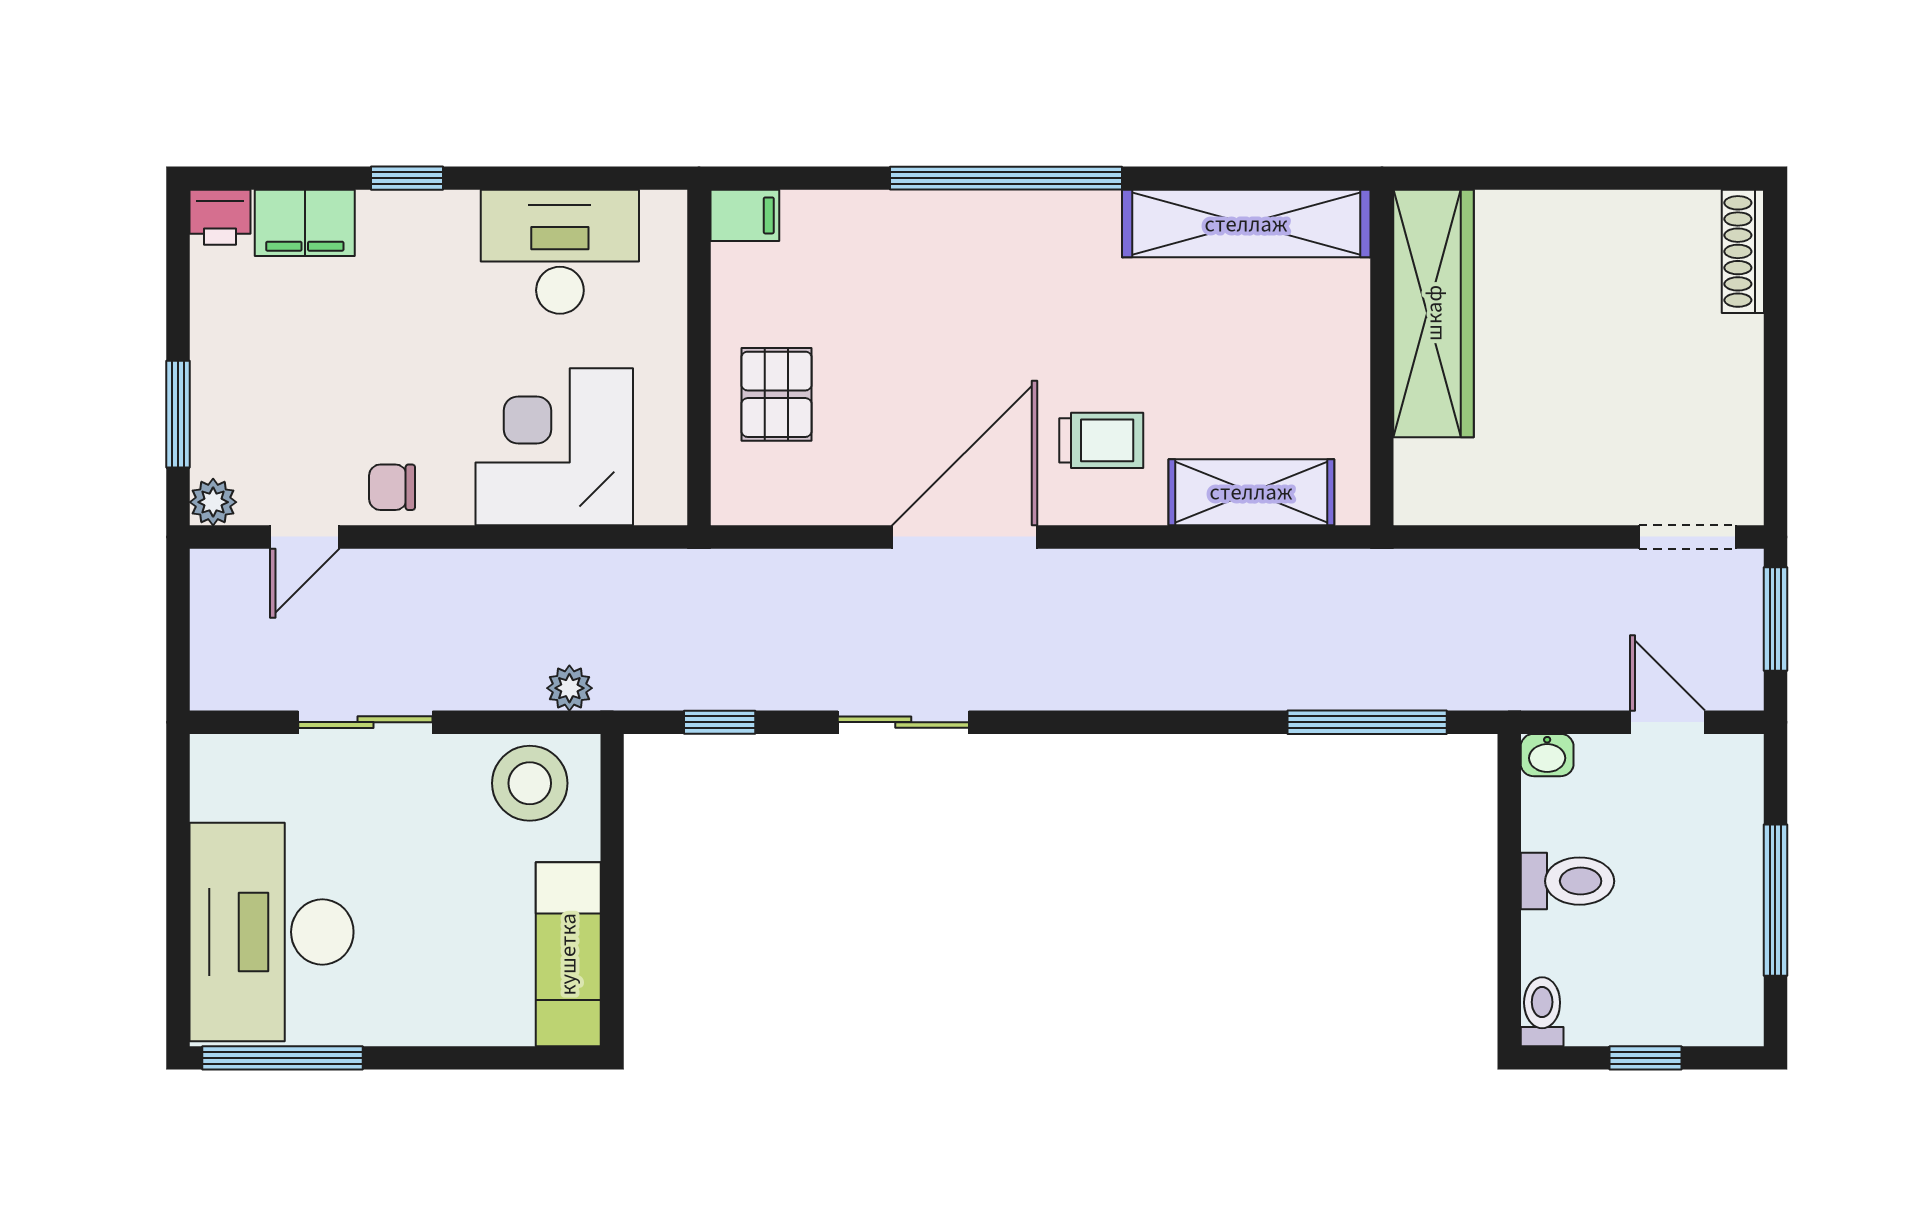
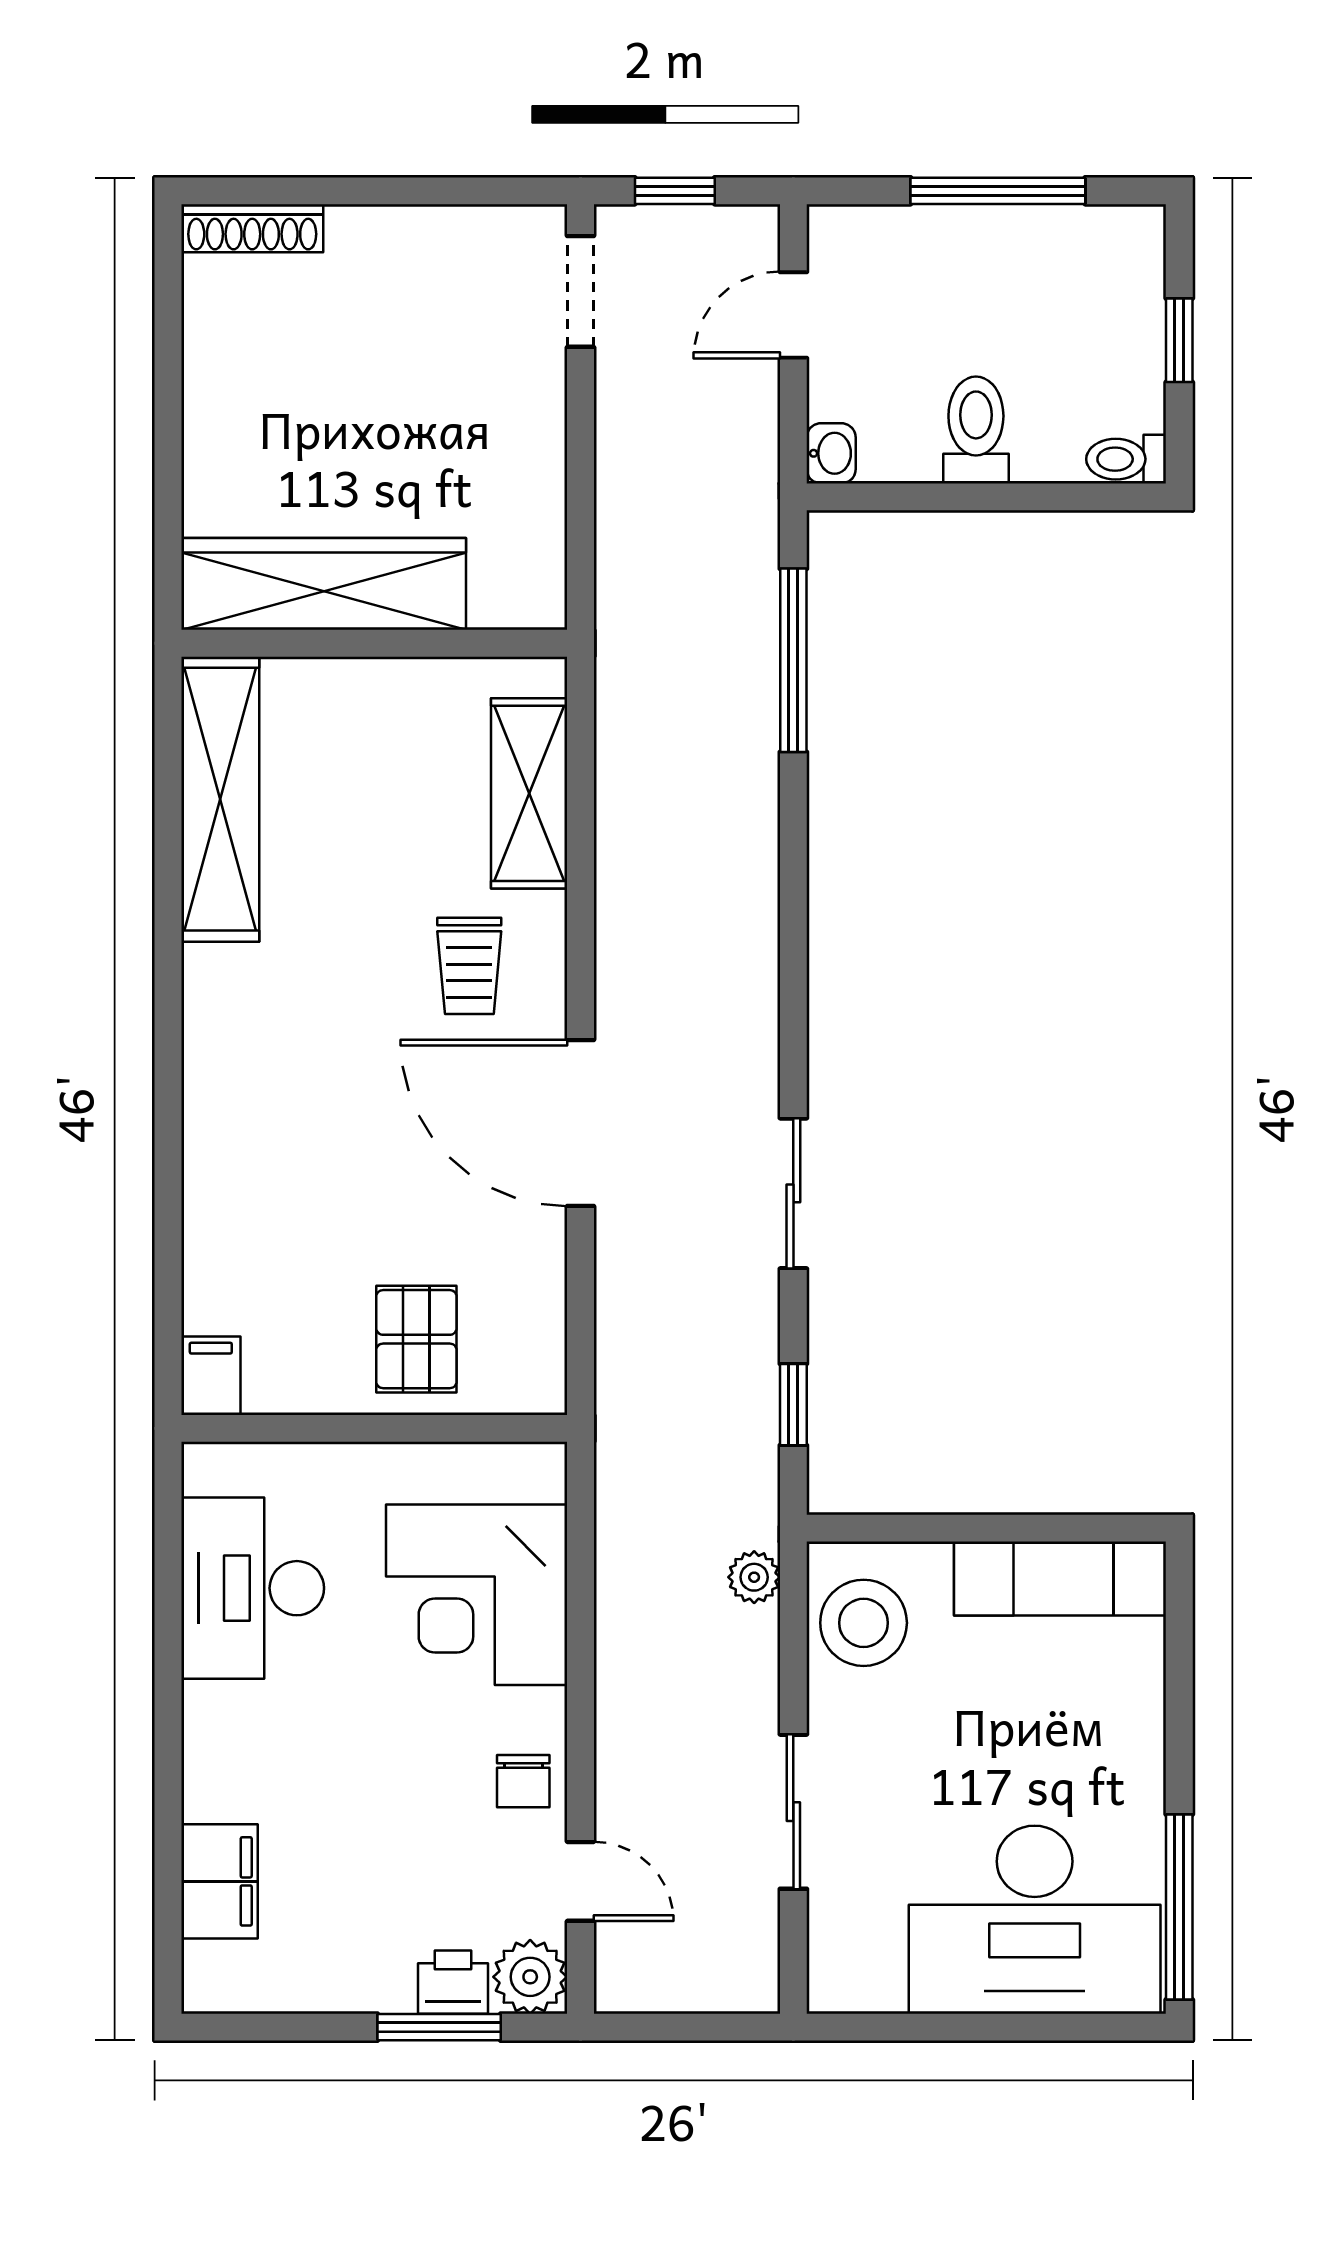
window: (407, 178) -> (168, 1764), removed
window: (1006, 178) -> (168, 1075), removed
printer: (220, 217) -> (453, 1982), moved, turned -90
pallet: (777, 394) -> (416, 1339), turned 90
trolley: (1101, 440) -> (469, 966), turned 180
plant: (213, 502) -> (530, 1977), width x1.38, depth x1.38
window: (1775, 619) -> (675, 191), width x0.67

